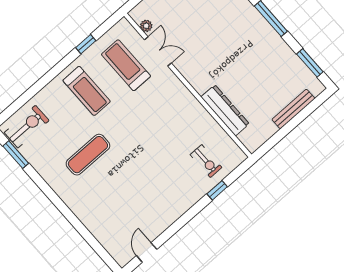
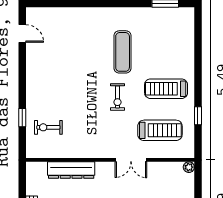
plant: (146, 26) -> (189, 167), moved
double door: (158, 51) -> (131, 160), moved
exercise bike: (27, 127) -> (117, 97), moved, width x0.73, depth x0.72

